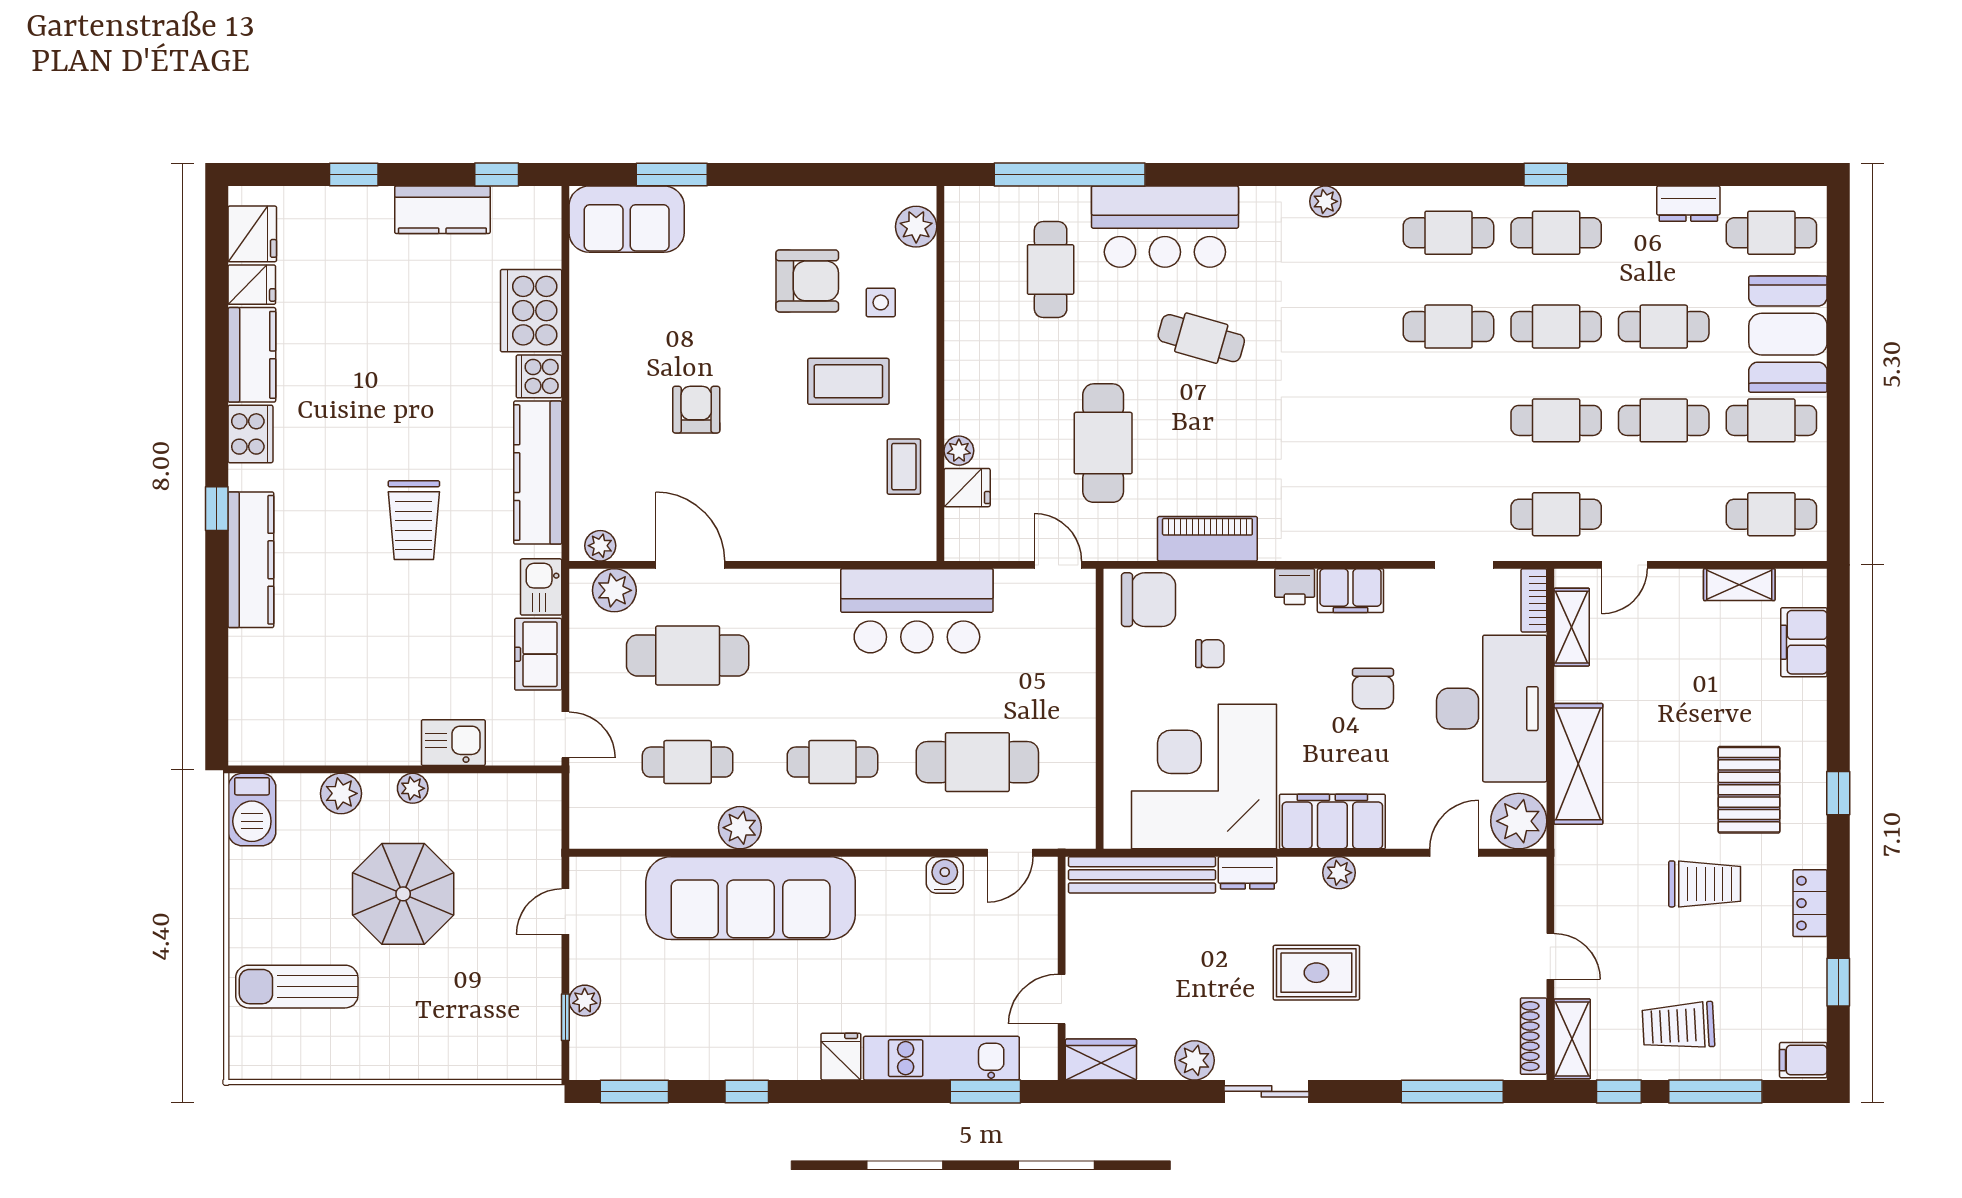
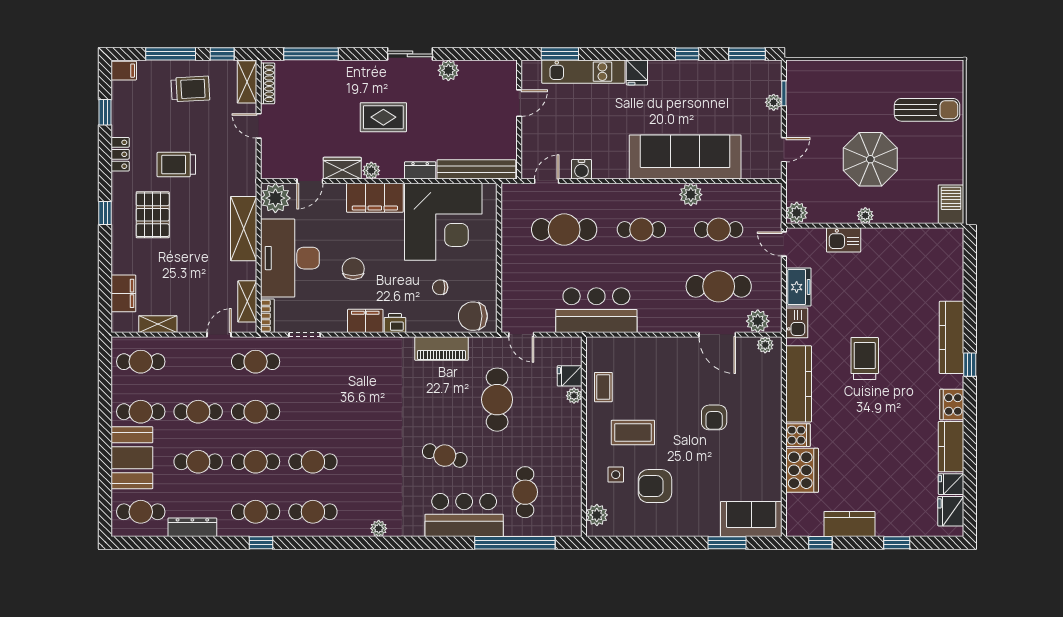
dresser: (1688, 204) -> (192, 527), width x1.44
plant: (341, 793) -> (797, 213), moved
wardrobe: (1101, 1060) -> (342, 168), moved, turned 180

